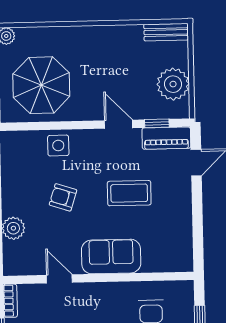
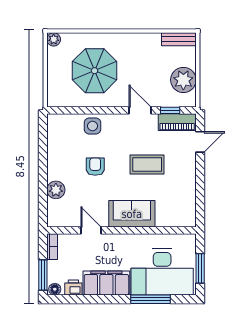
parasol: (41, 85) -> (95, 71), moved
armchair: (63, 197) -> (95, 167), turned 72

